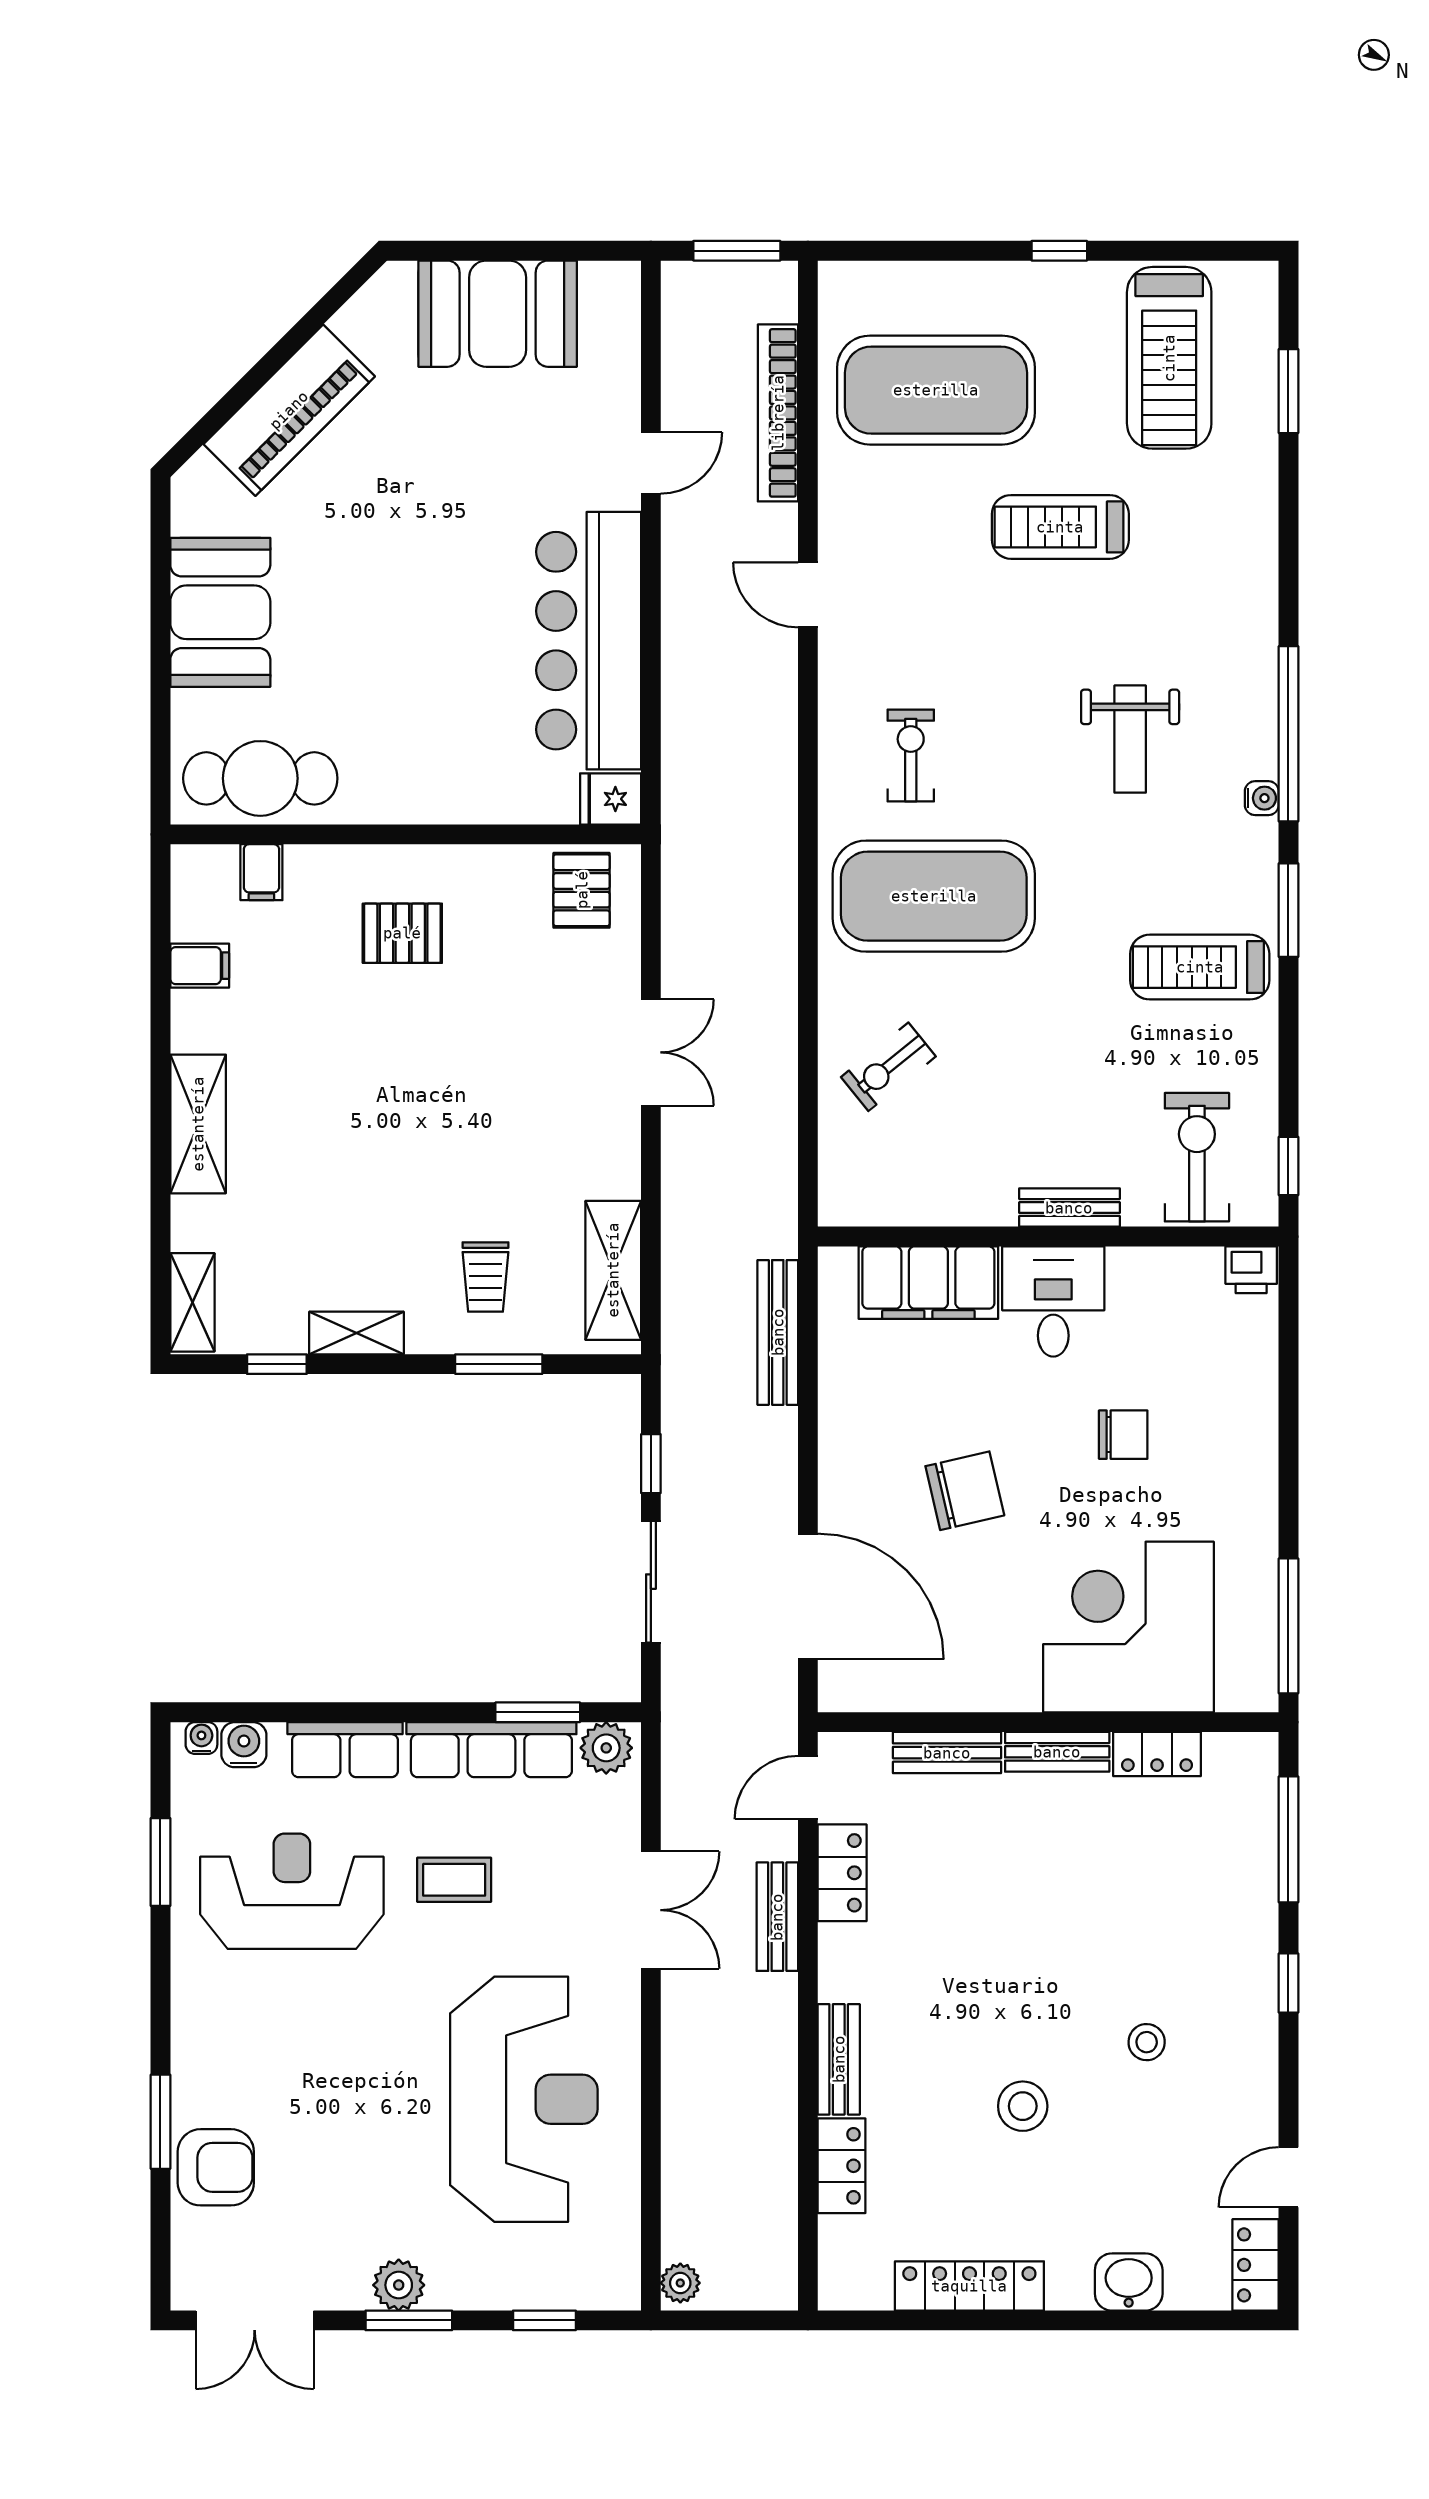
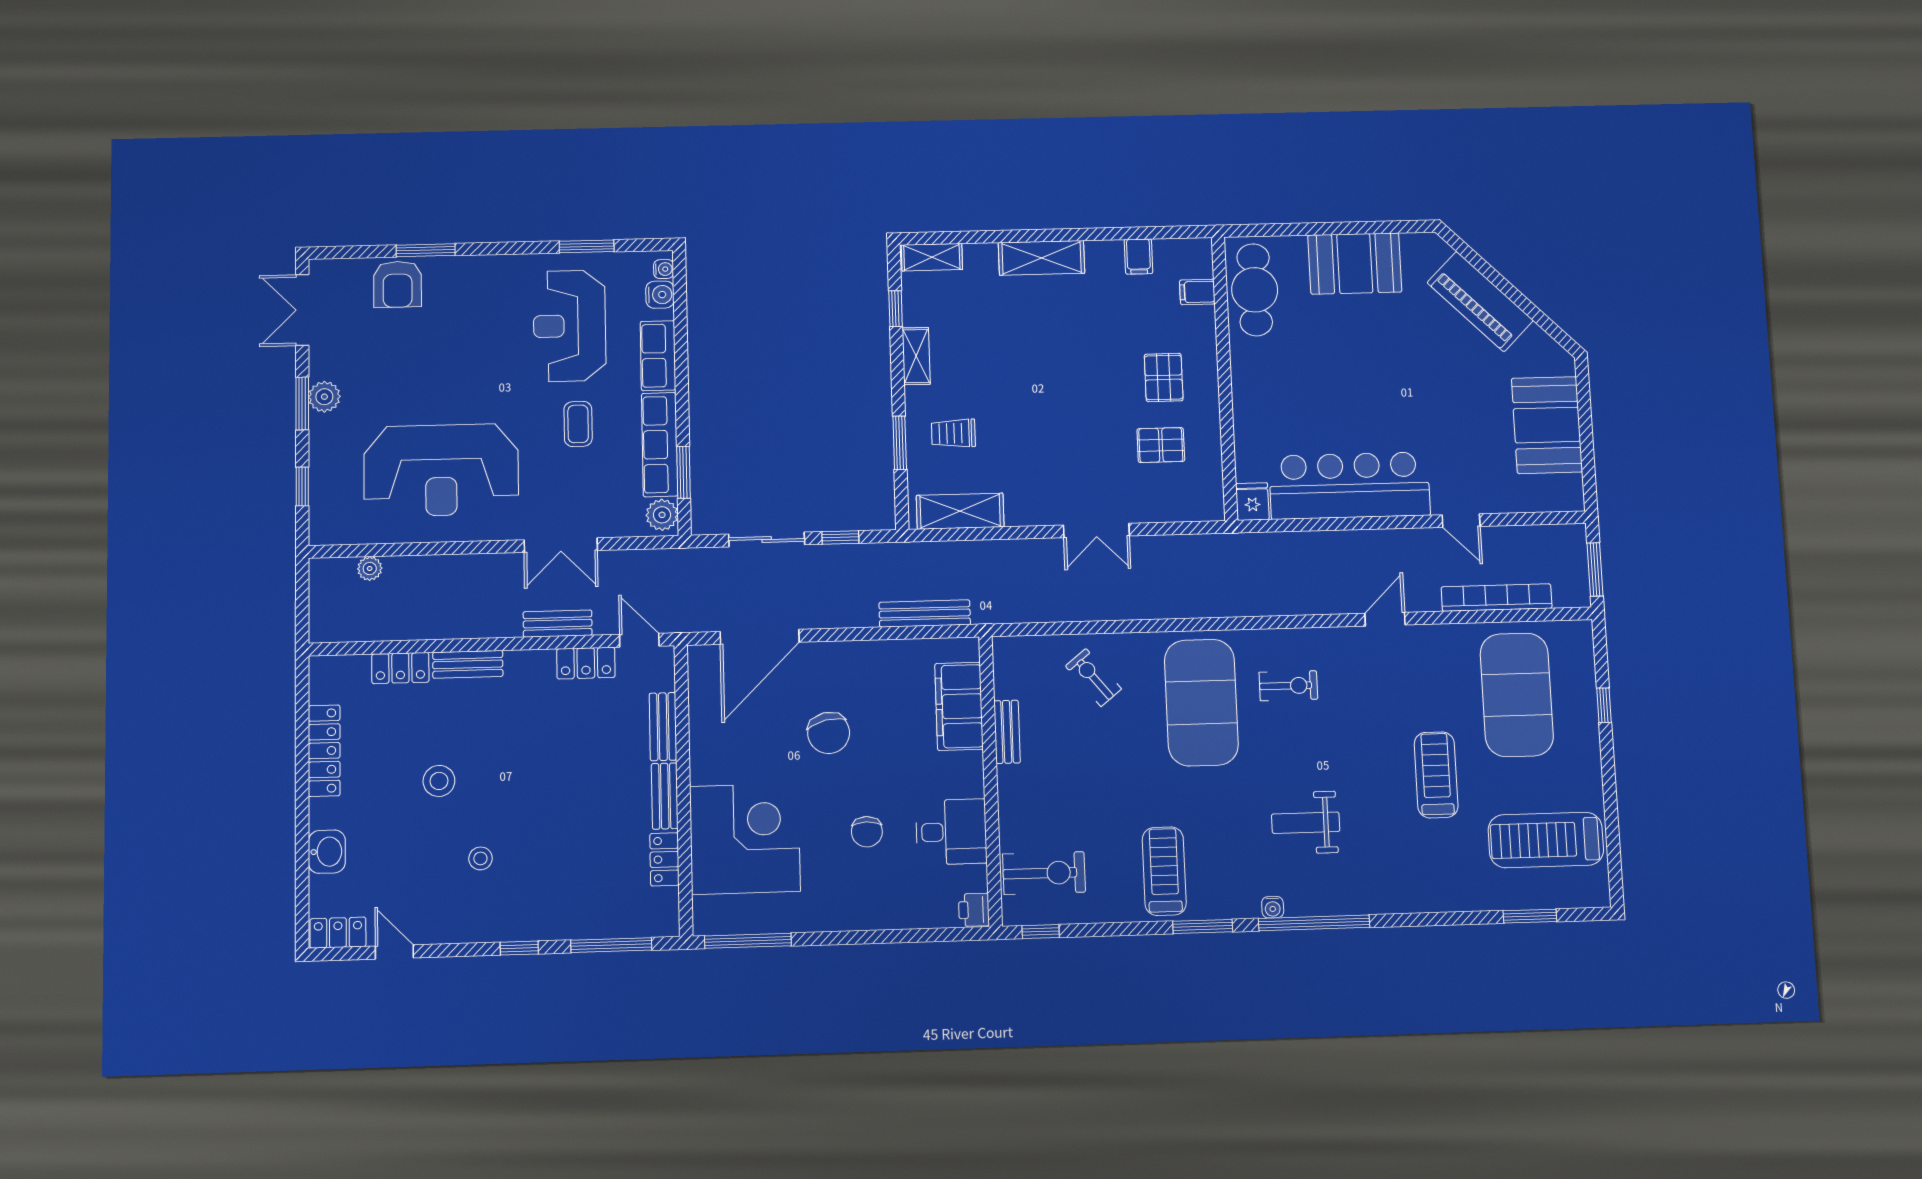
window: (1059, 251) -> (1604, 705), moved
pallet: (582, 890) -> (1161, 445), moved
bench: (1069, 1208) -> (1007, 732), moved
desk: (1053, 1301) -> (951, 832), moved
reception desk: (292, 1891) -> (570, 326), turned 180
plant: (680, 2283) -> (370, 568), moved

